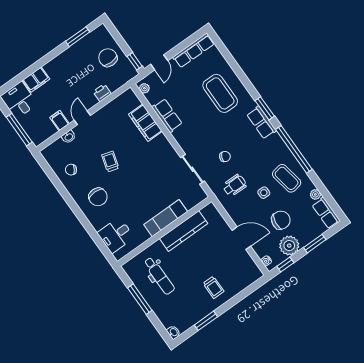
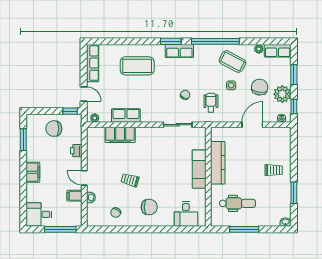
filing cabinet: (36, 80) -> (33, 172), moved
coffee table: (287, 178) -> (232, 62), turned 38

